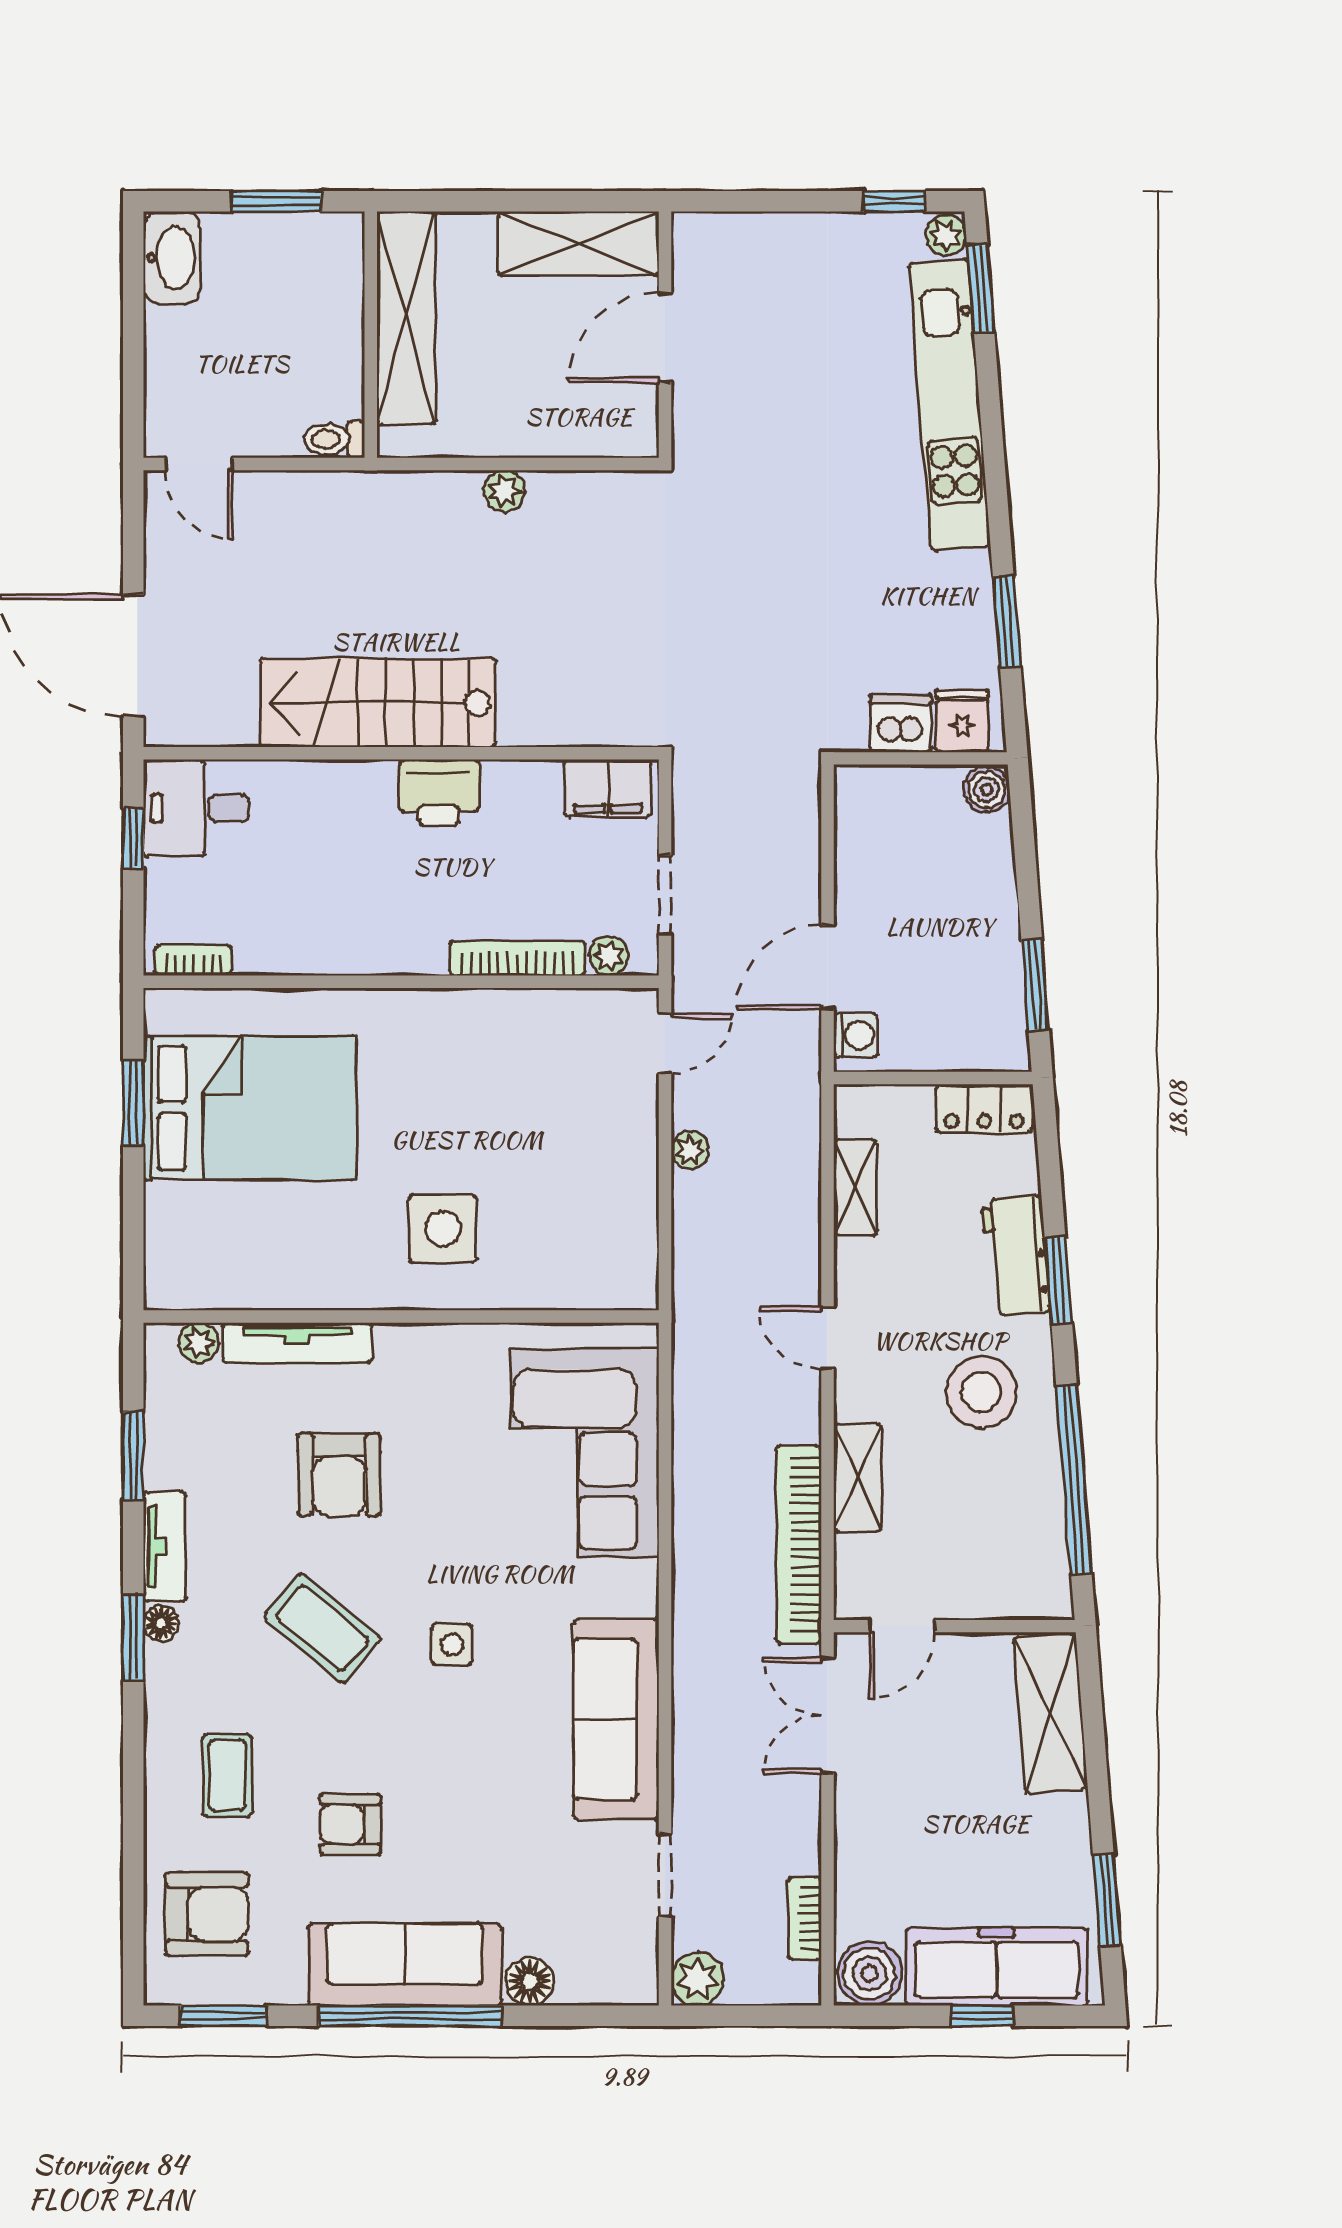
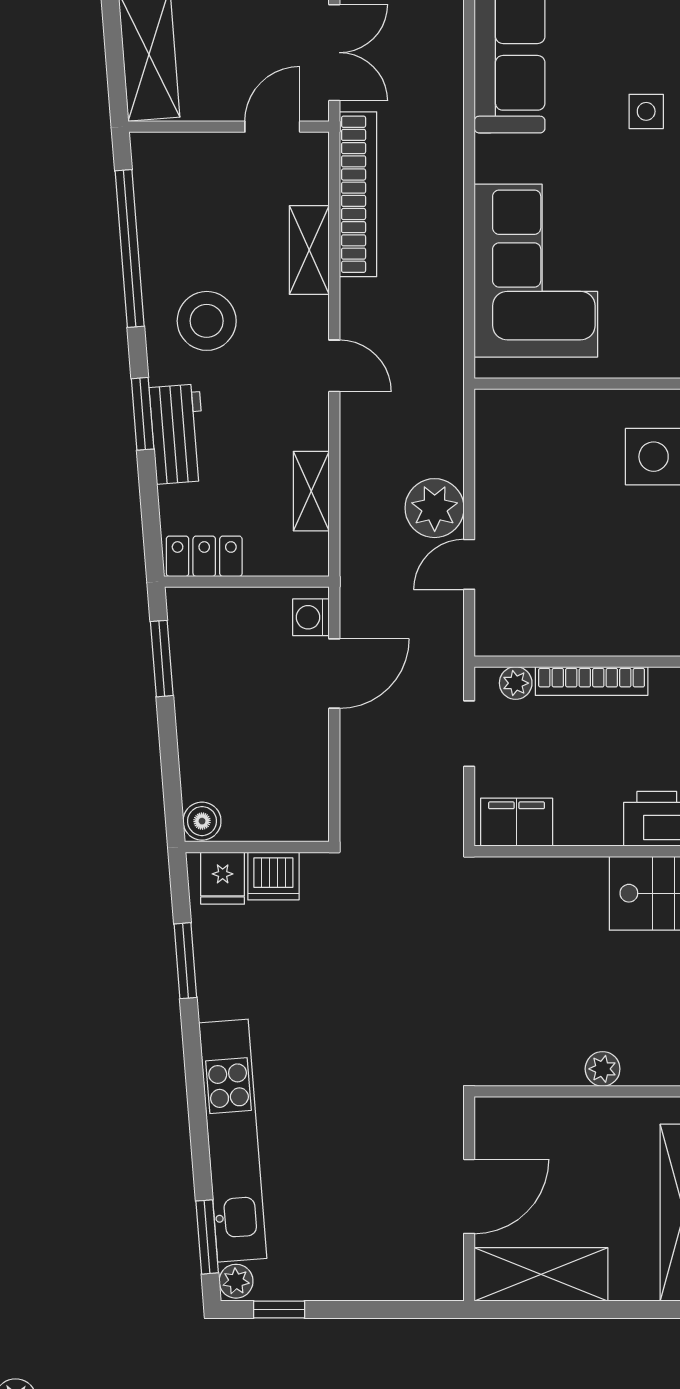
door: (665, 1043) -> (469, 564), moved
plant: (690, 1150) -> (435, 508), width x1.87, depth x1.87

